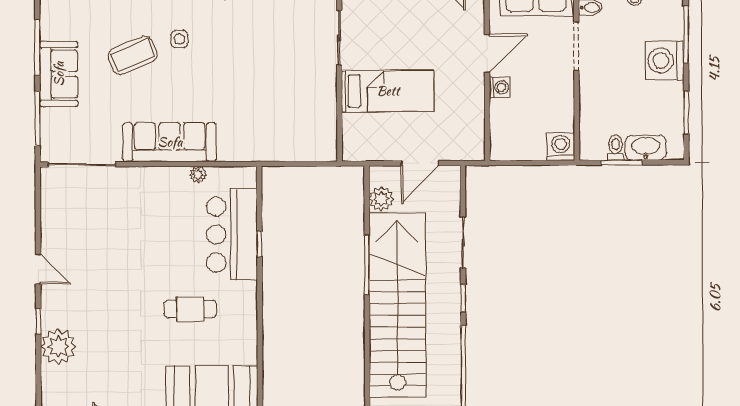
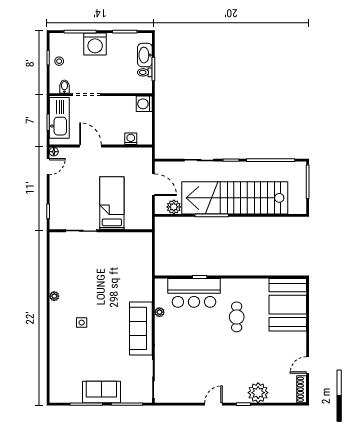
coffee table: (133, 55) -> (91, 349), removed
washing machine: (500, 87) -> (131, 139), moved

